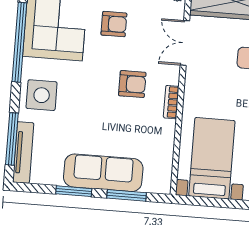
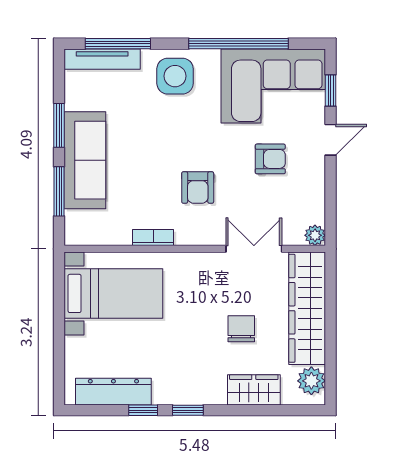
armchair: (114, 24) -> (270, 159), turned -90
bookcase: (171, 102) -> (153, 238), moved

